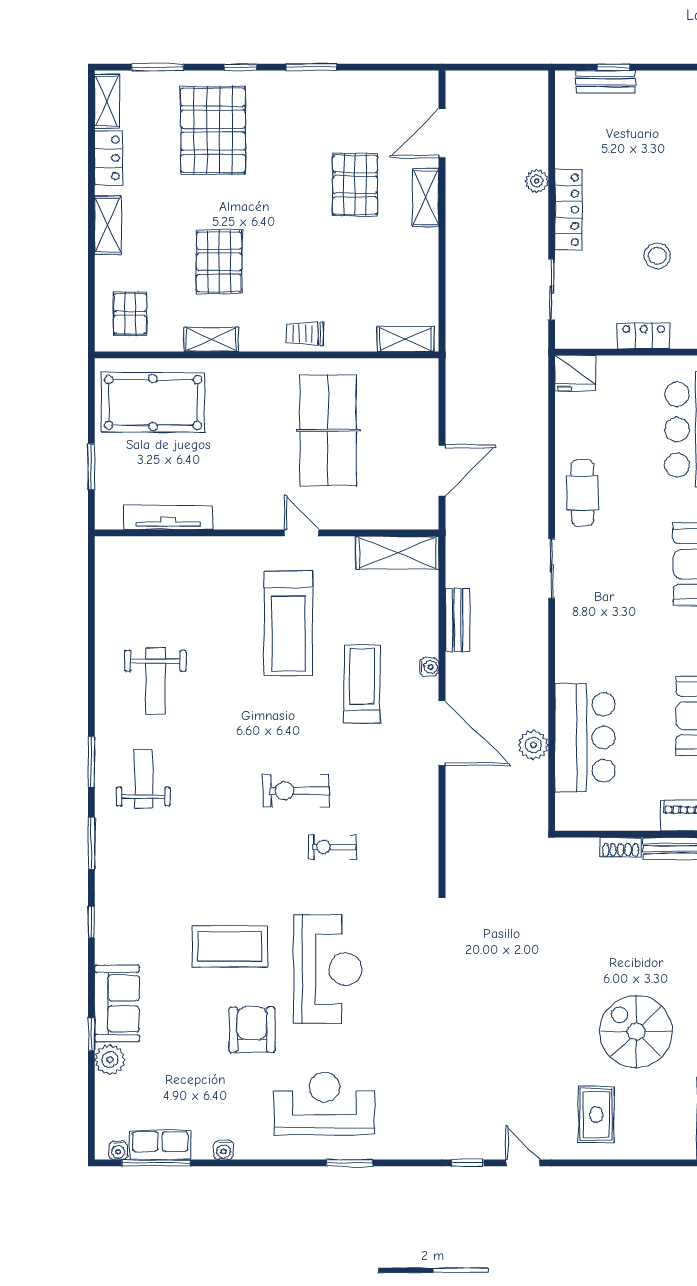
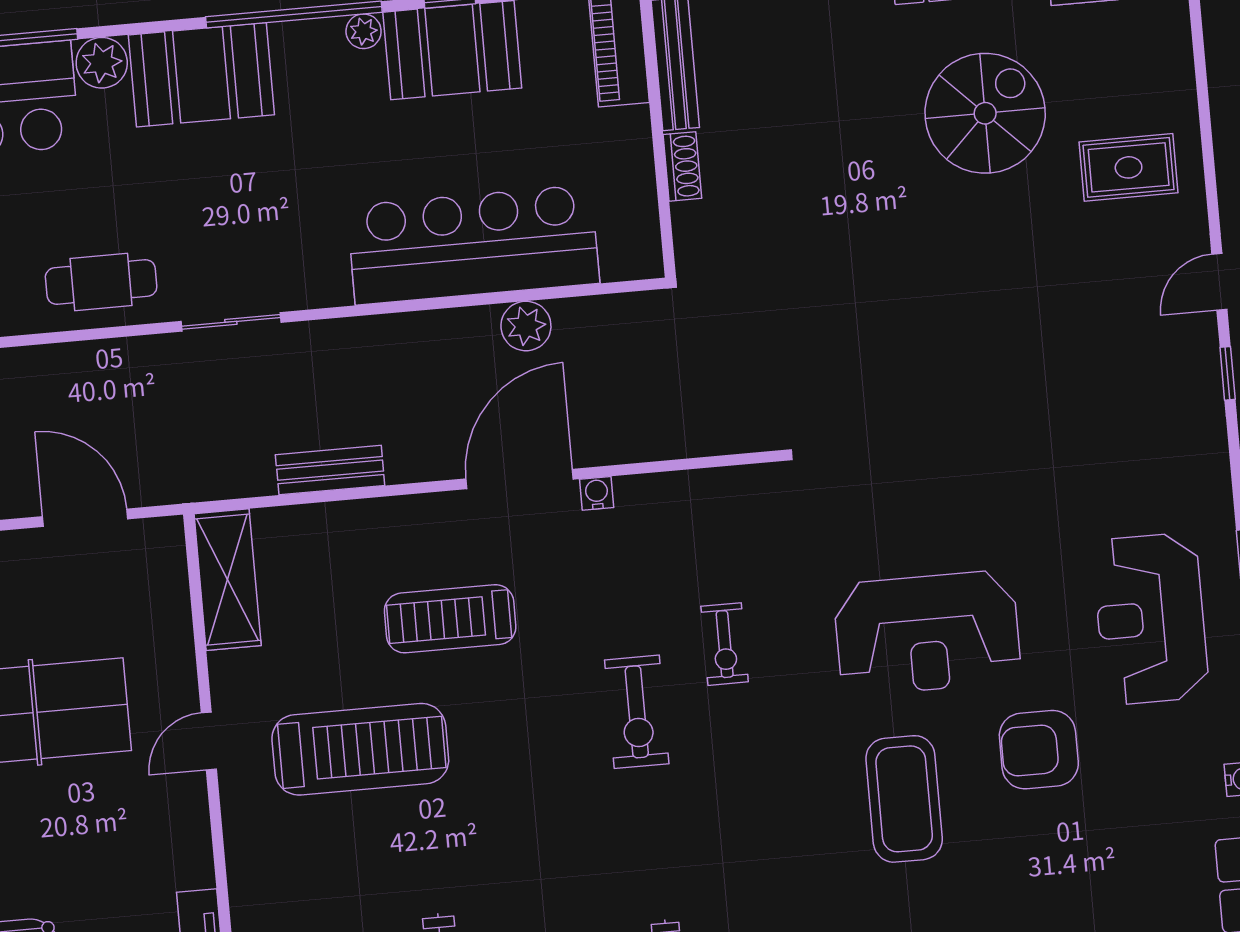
water cooler: (429, 667) -> (597, 493), moved
bar counter: (585, 737) -> (473, 245), width x1.36
reception desk: (328, 969) -> (927, 633), turned 180
spiral stairs: (636, 1032) -> (985, 113), turned 180

